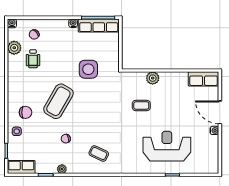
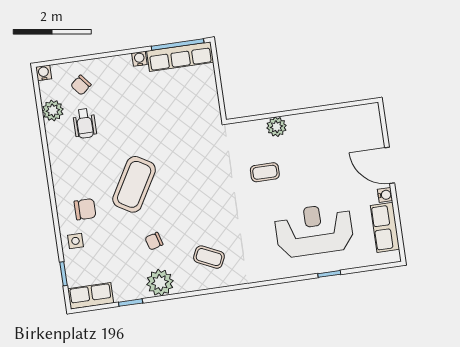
side table: (88, 69) -> (174, 127), removed
row of seats: (204, 79) -> (385, 227), moved, turned 90
plant: (62, 169) -> (160, 283), width x1.87, depth x1.87

